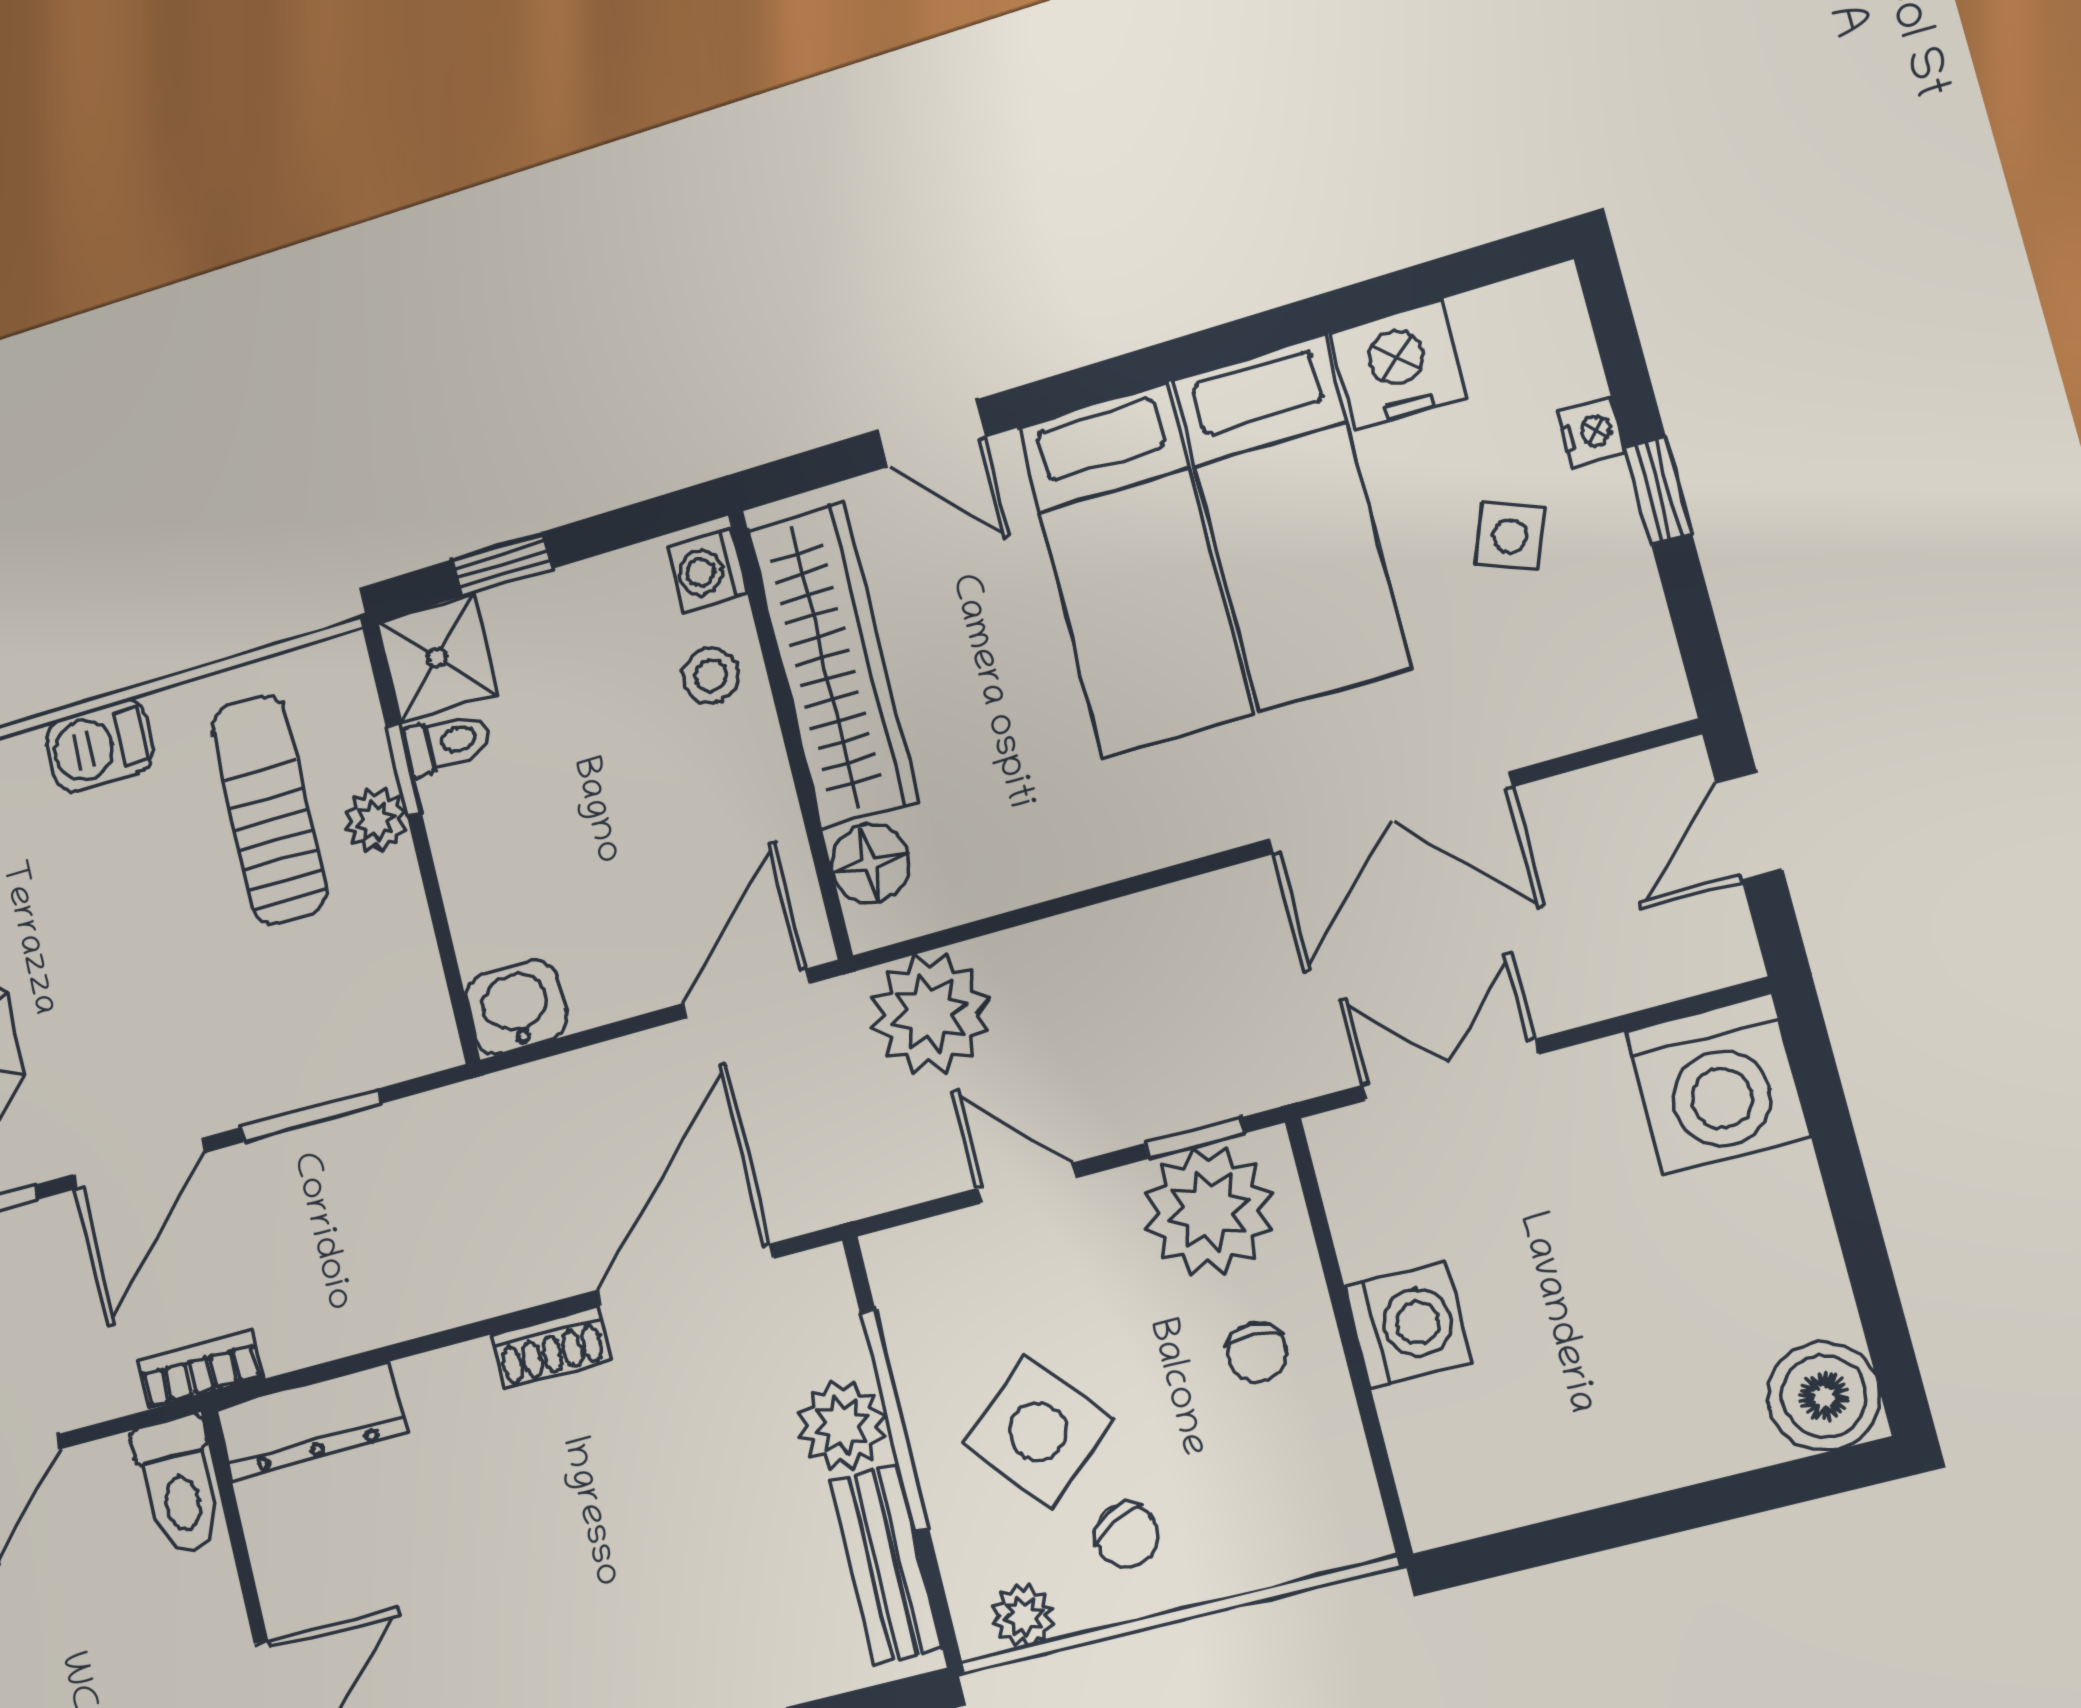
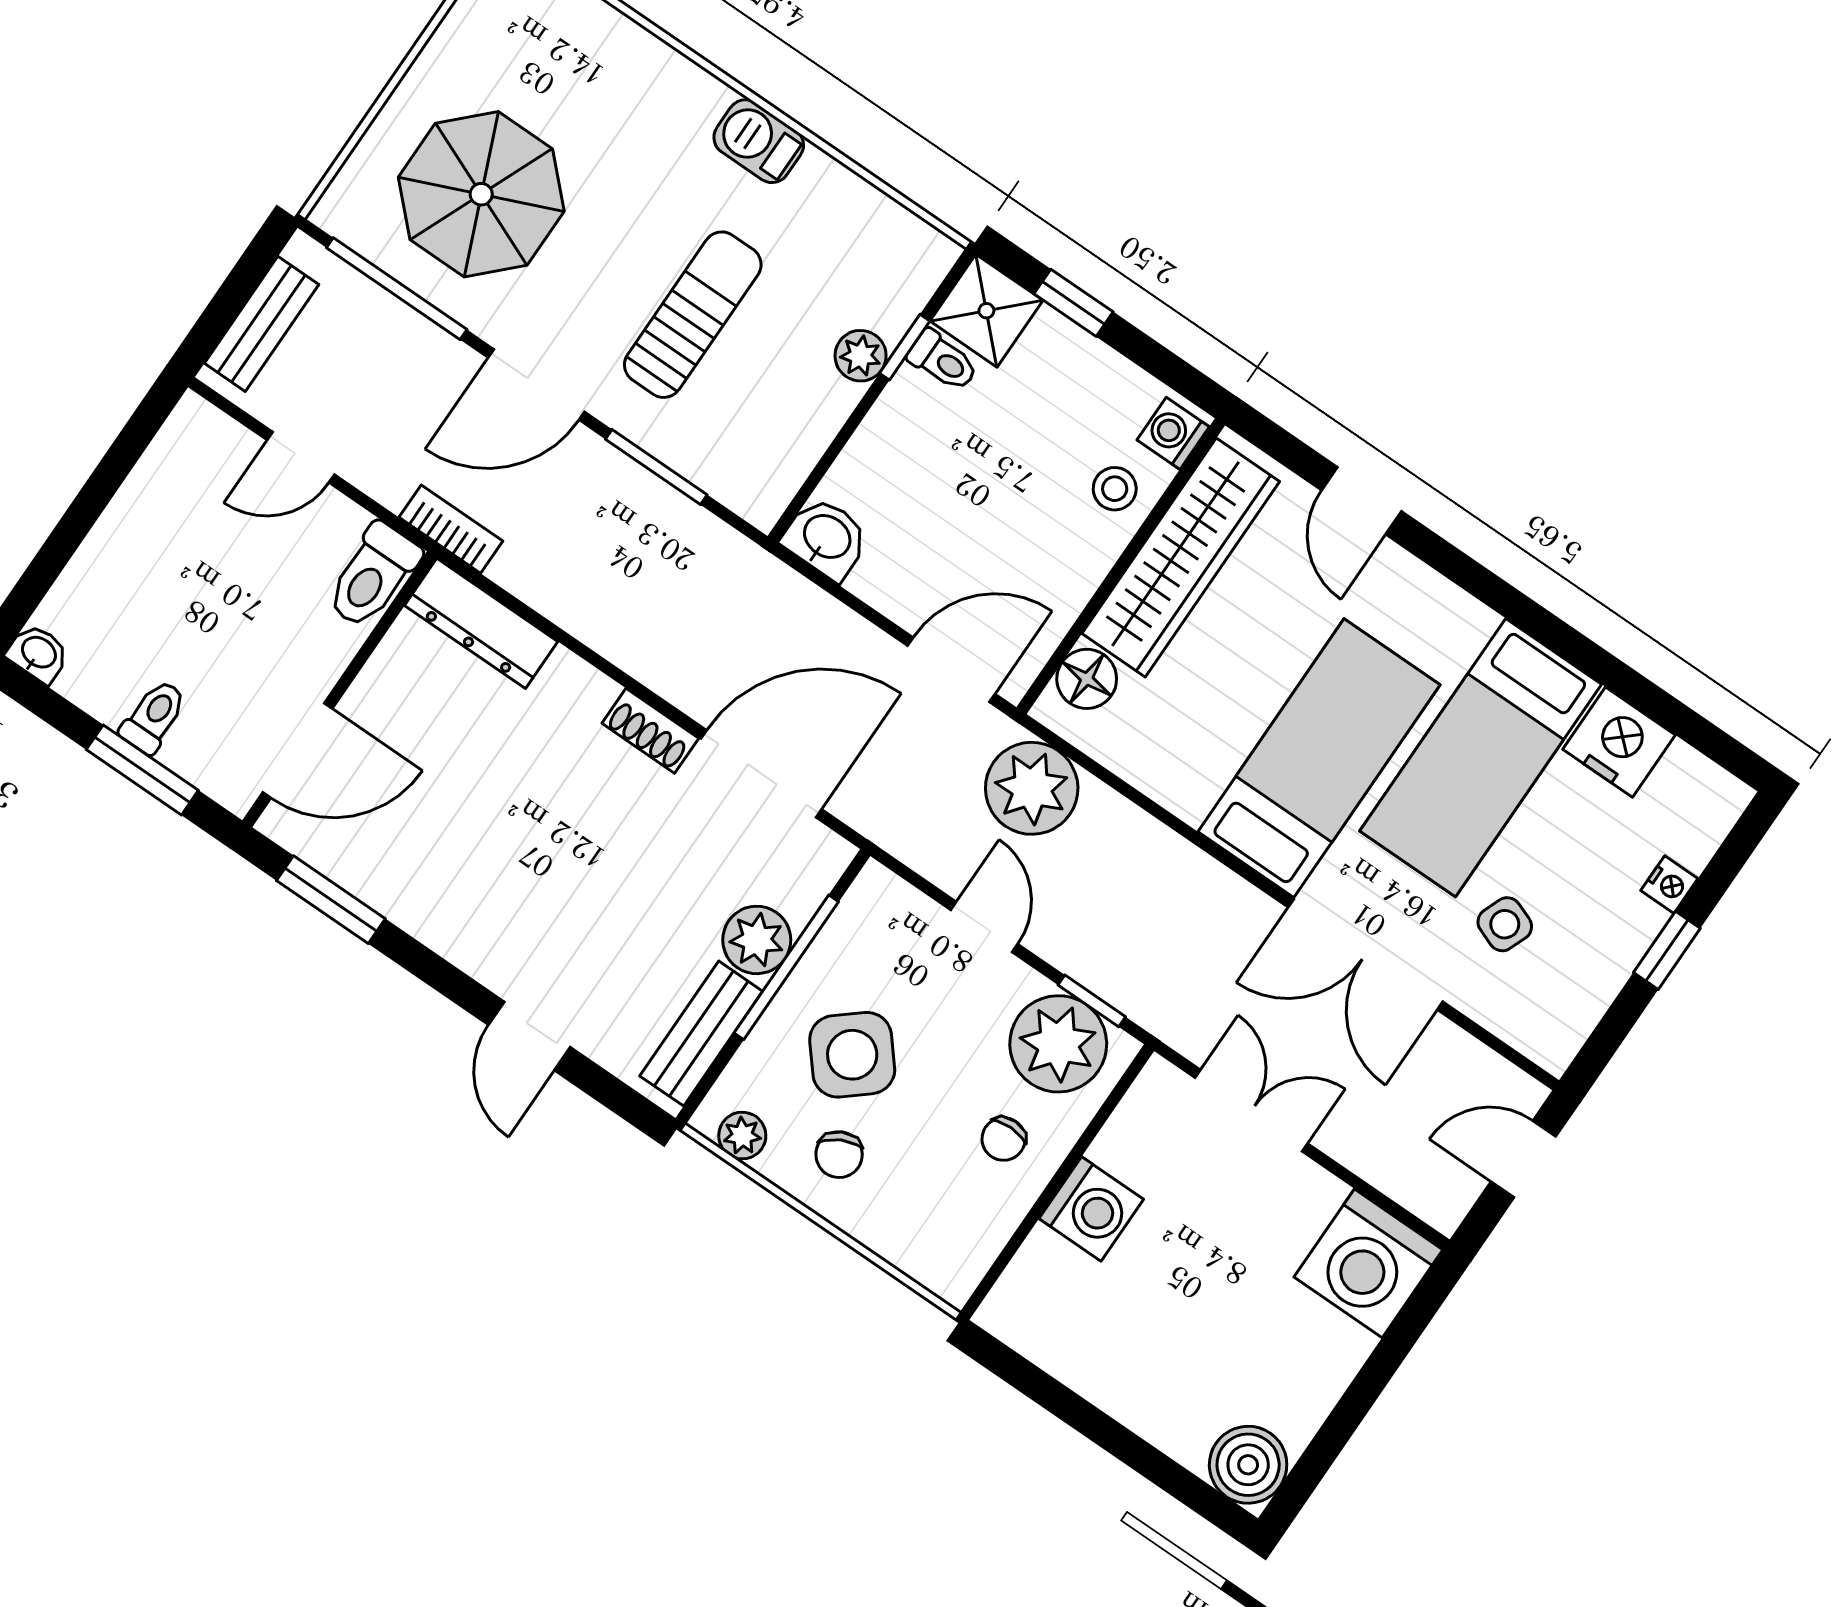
side table: (1510, 536) -> (1505, 924), moved
bed: (1135, 570) -> (1319, 758), moved, turned 180
sun lounger: (269, 810) -> (693, 315), moved

